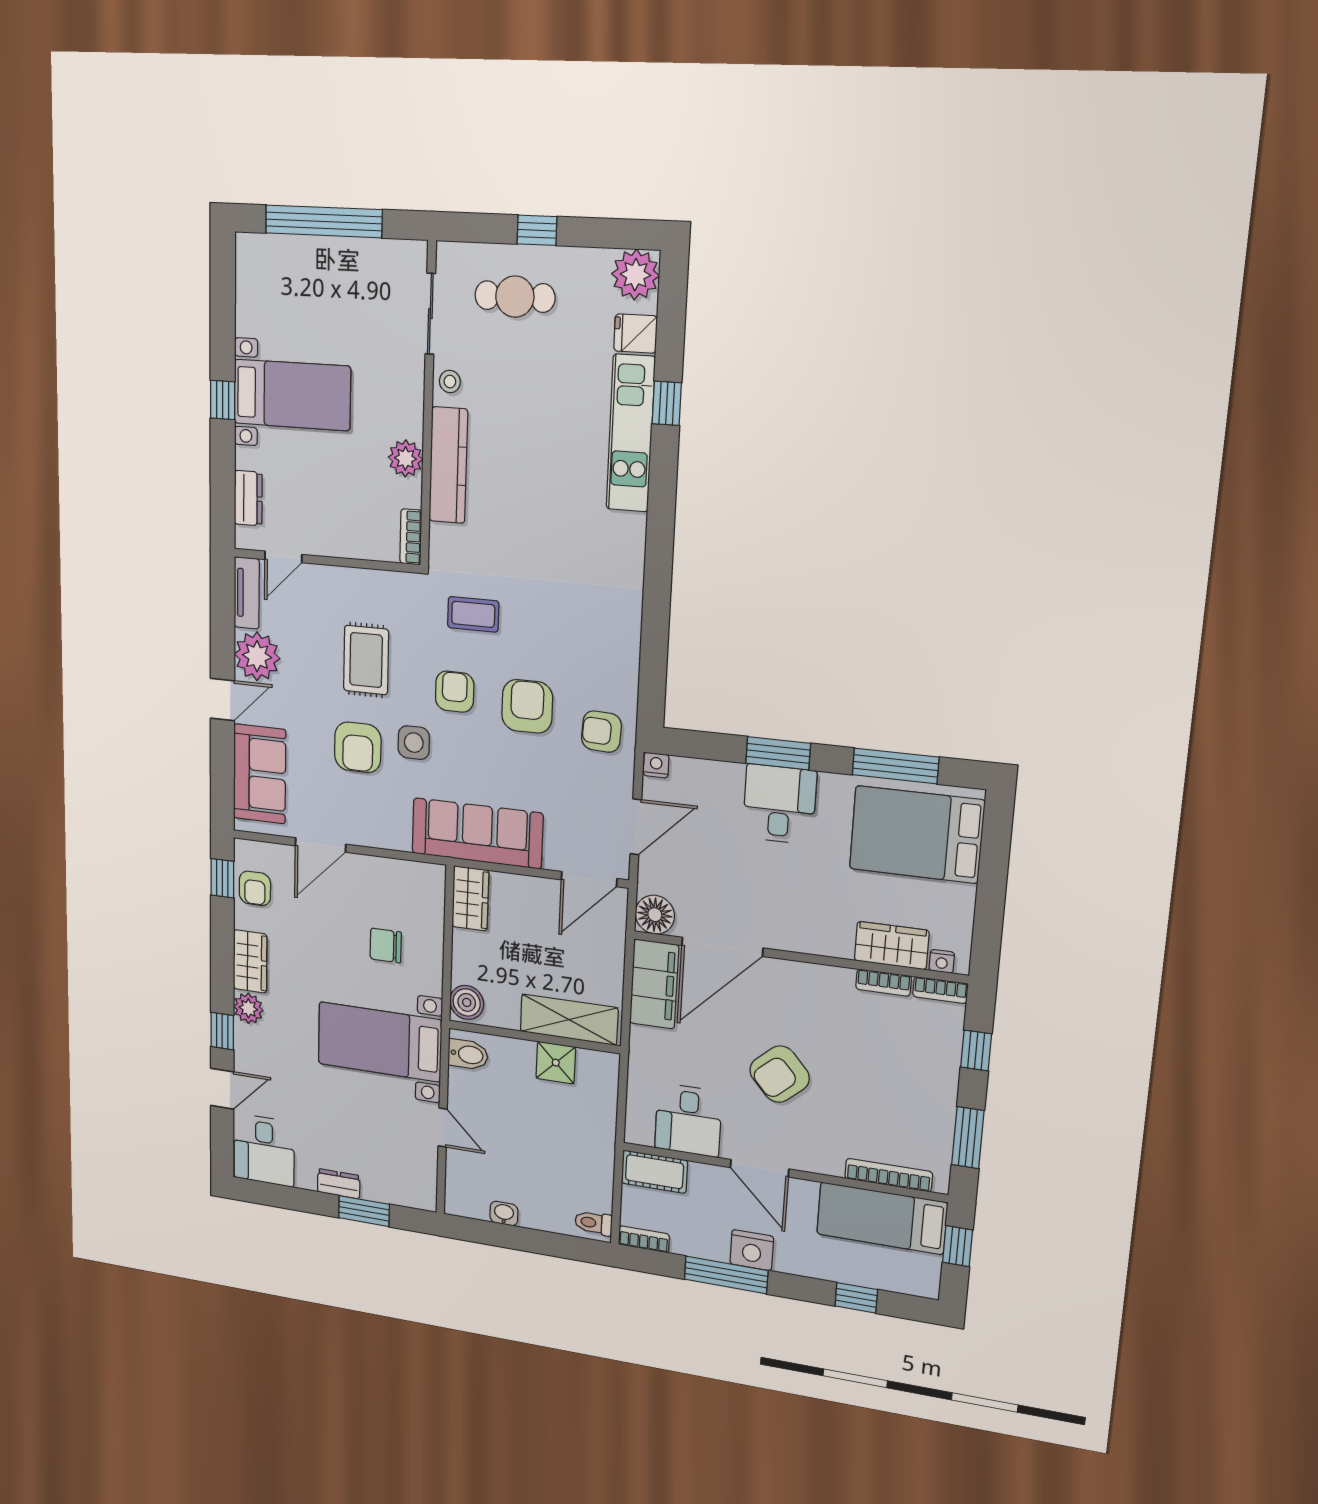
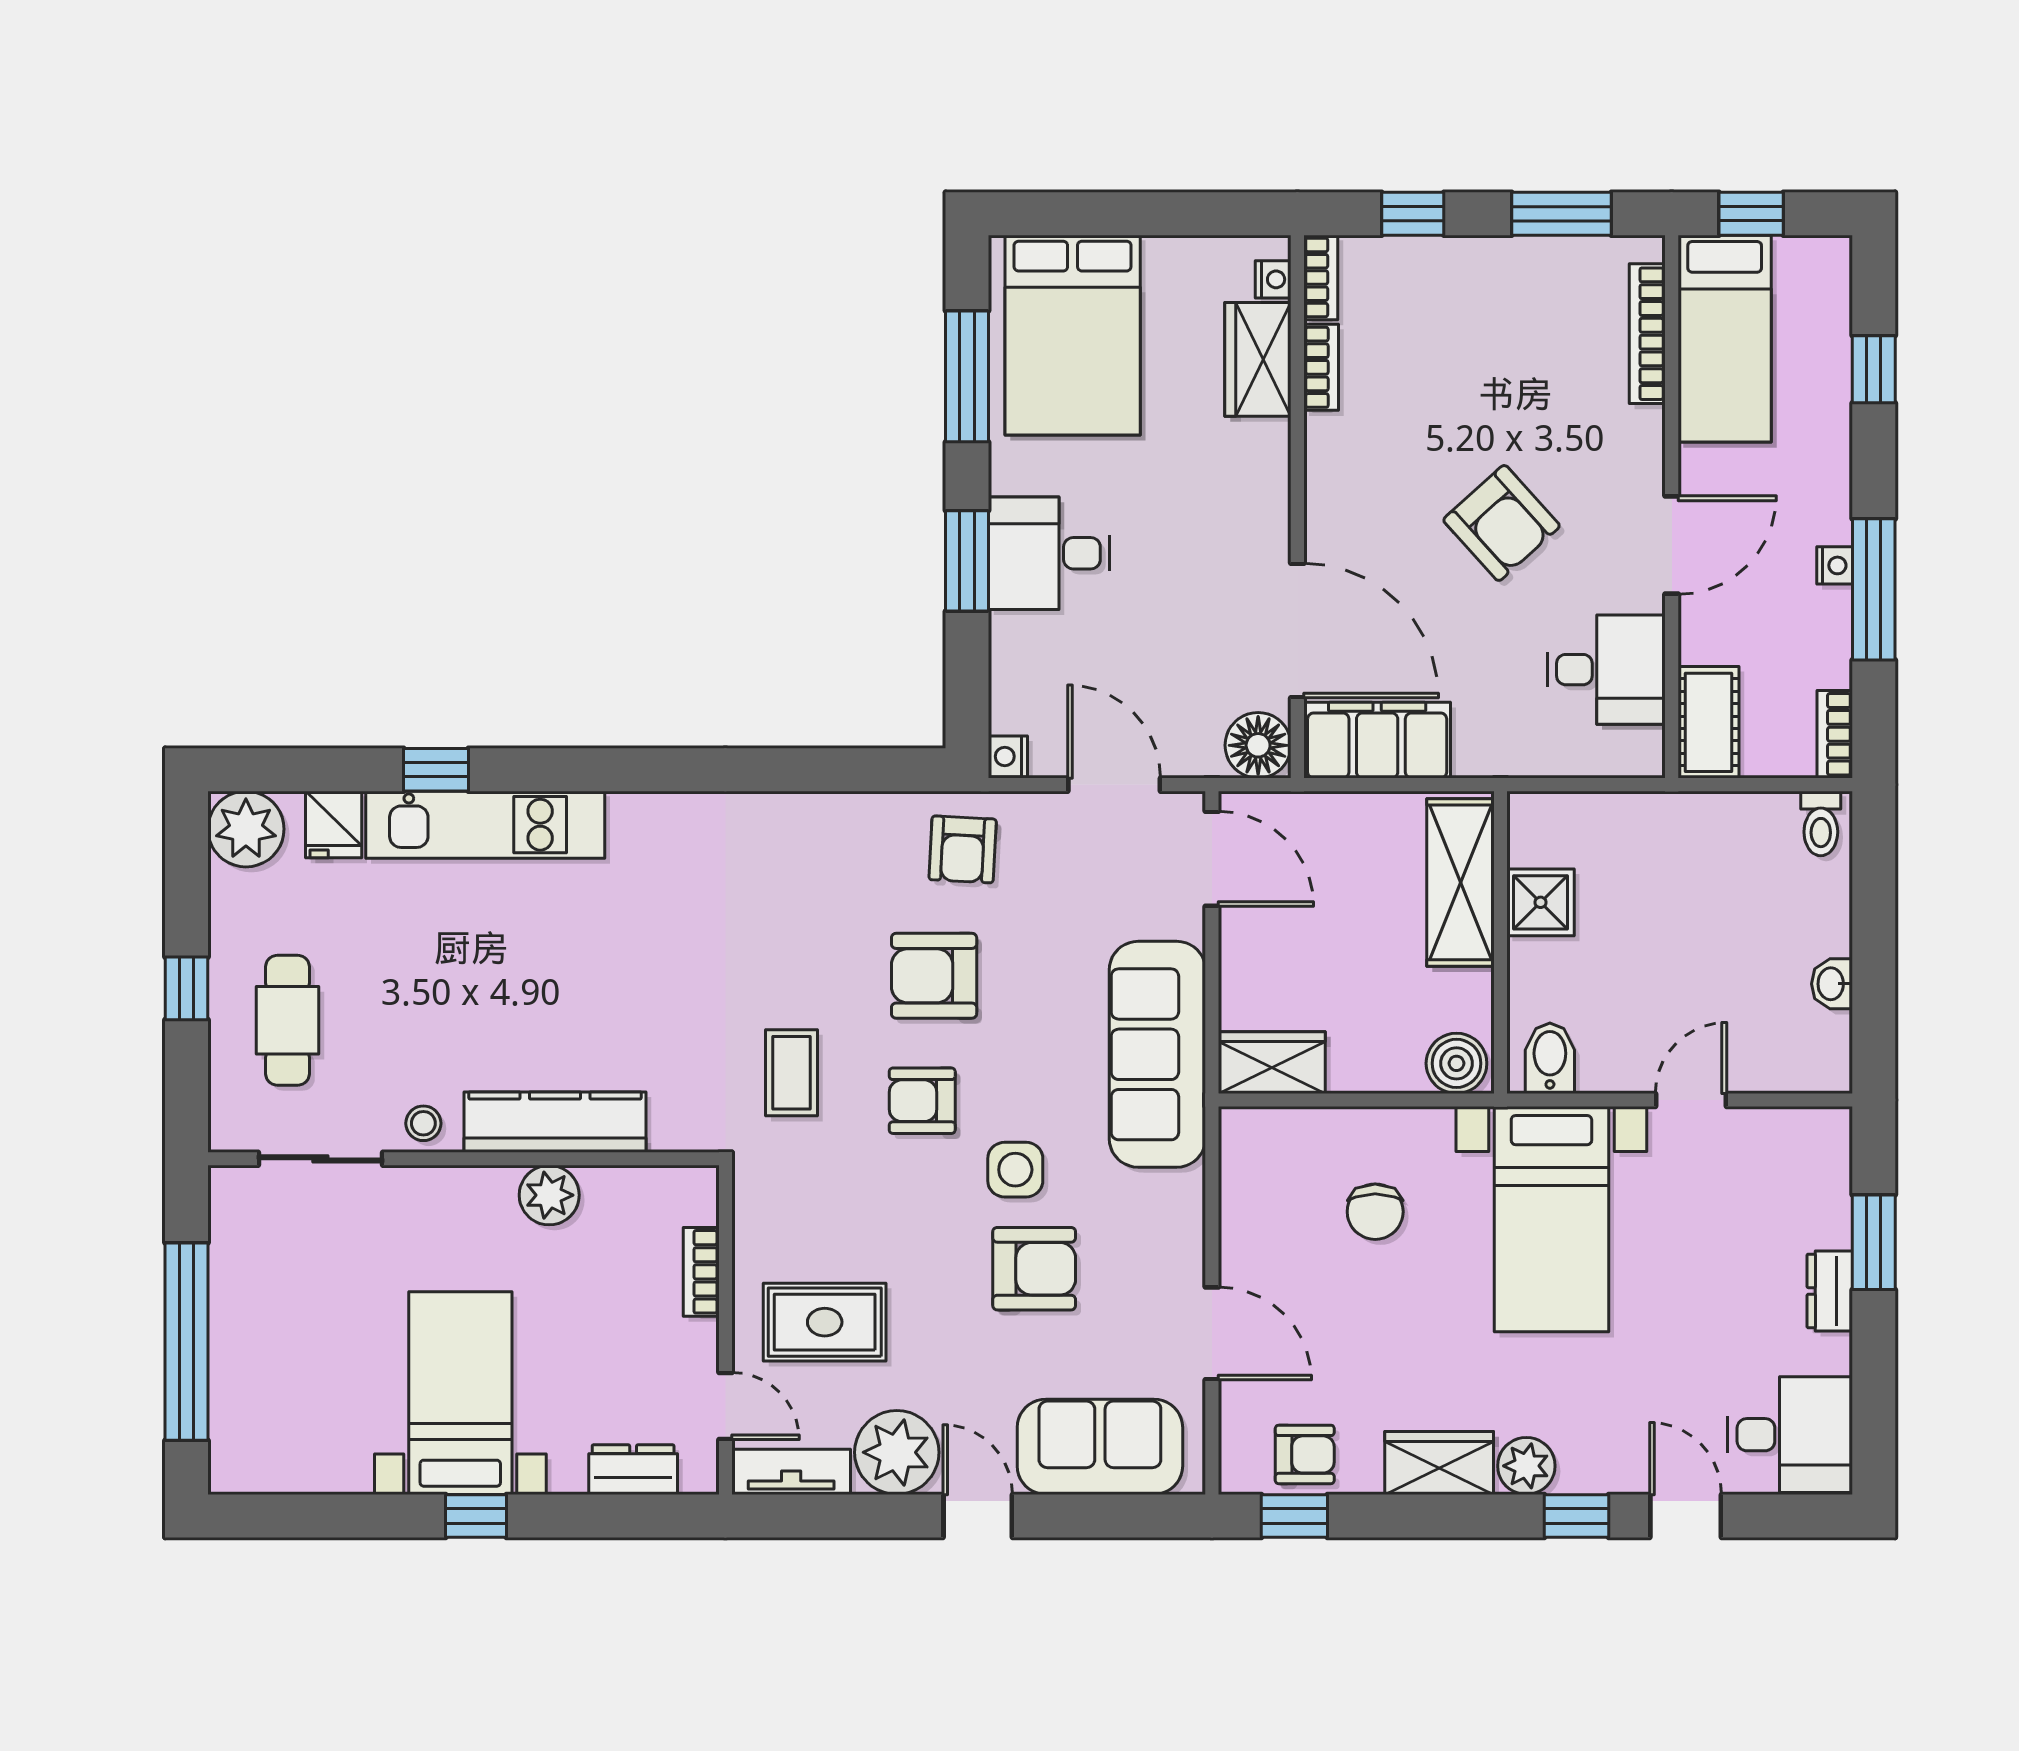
bookcase: (411, 537) -> (701, 1272), moved, turned 90
rug: (366, 660) -> (825, 1322), moved
nightstand: (752, 1250) -> (1835, 565), width x0.53, depth x0.56

